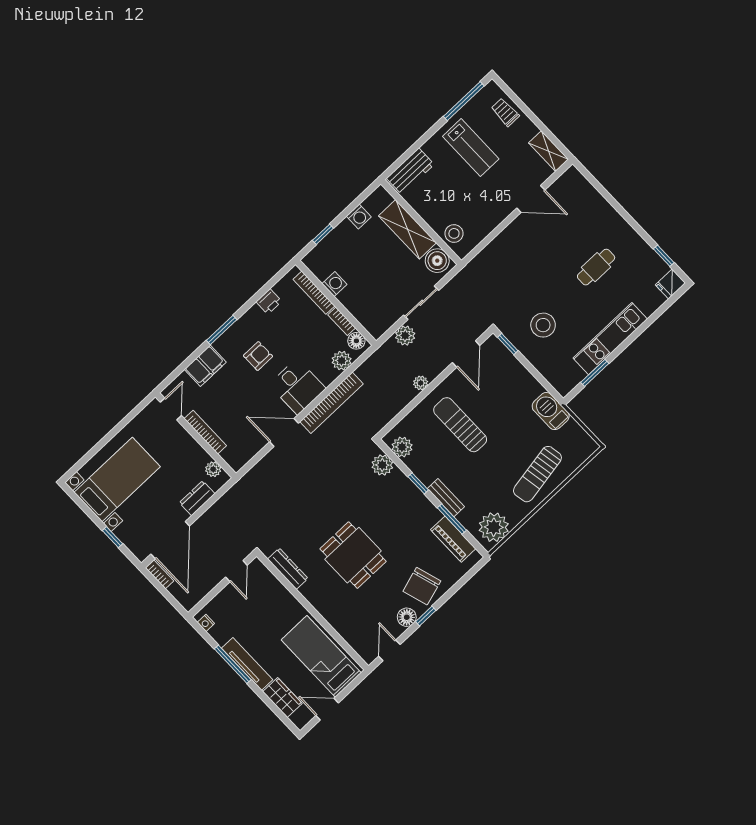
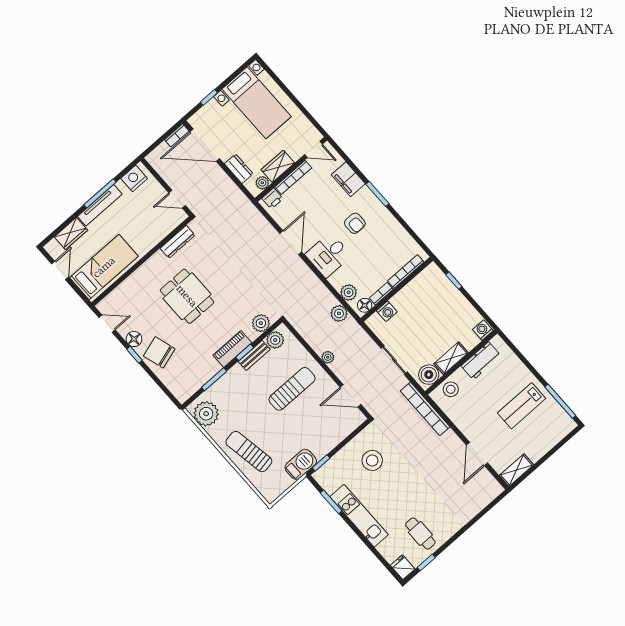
trolley: (505, 112) -> (550, 435), removed
workbench: (410, 171) -> (481, 361), moved, turned -90
washing machine: (359, 217) -> (483, 330), moved, turned 90
shelving: (408, 229) -> (451, 358), width x0.67, depth x0.75
cafe table: (596, 267) -> (420, 534), moved
washing machine: (334, 284) -> (387, 311), moved
printer: (269, 301) -> (272, 199), moved, turned -90
plant: (405, 336) -> (339, 313), moved
window: (508, 344) -> (321, 463), moved
bookcase: (331, 403) -> (425, 409), moved
wardrobe: (193, 451) -> (278, 166), added
bench: (446, 498) -> (254, 355), moved
piano: (453, 539) -> (232, 349), moved
dining table: (353, 555) -> (187, 296), turned 90
nightstand: (206, 623) -> (134, 178), width x1.89, depth x1.79

